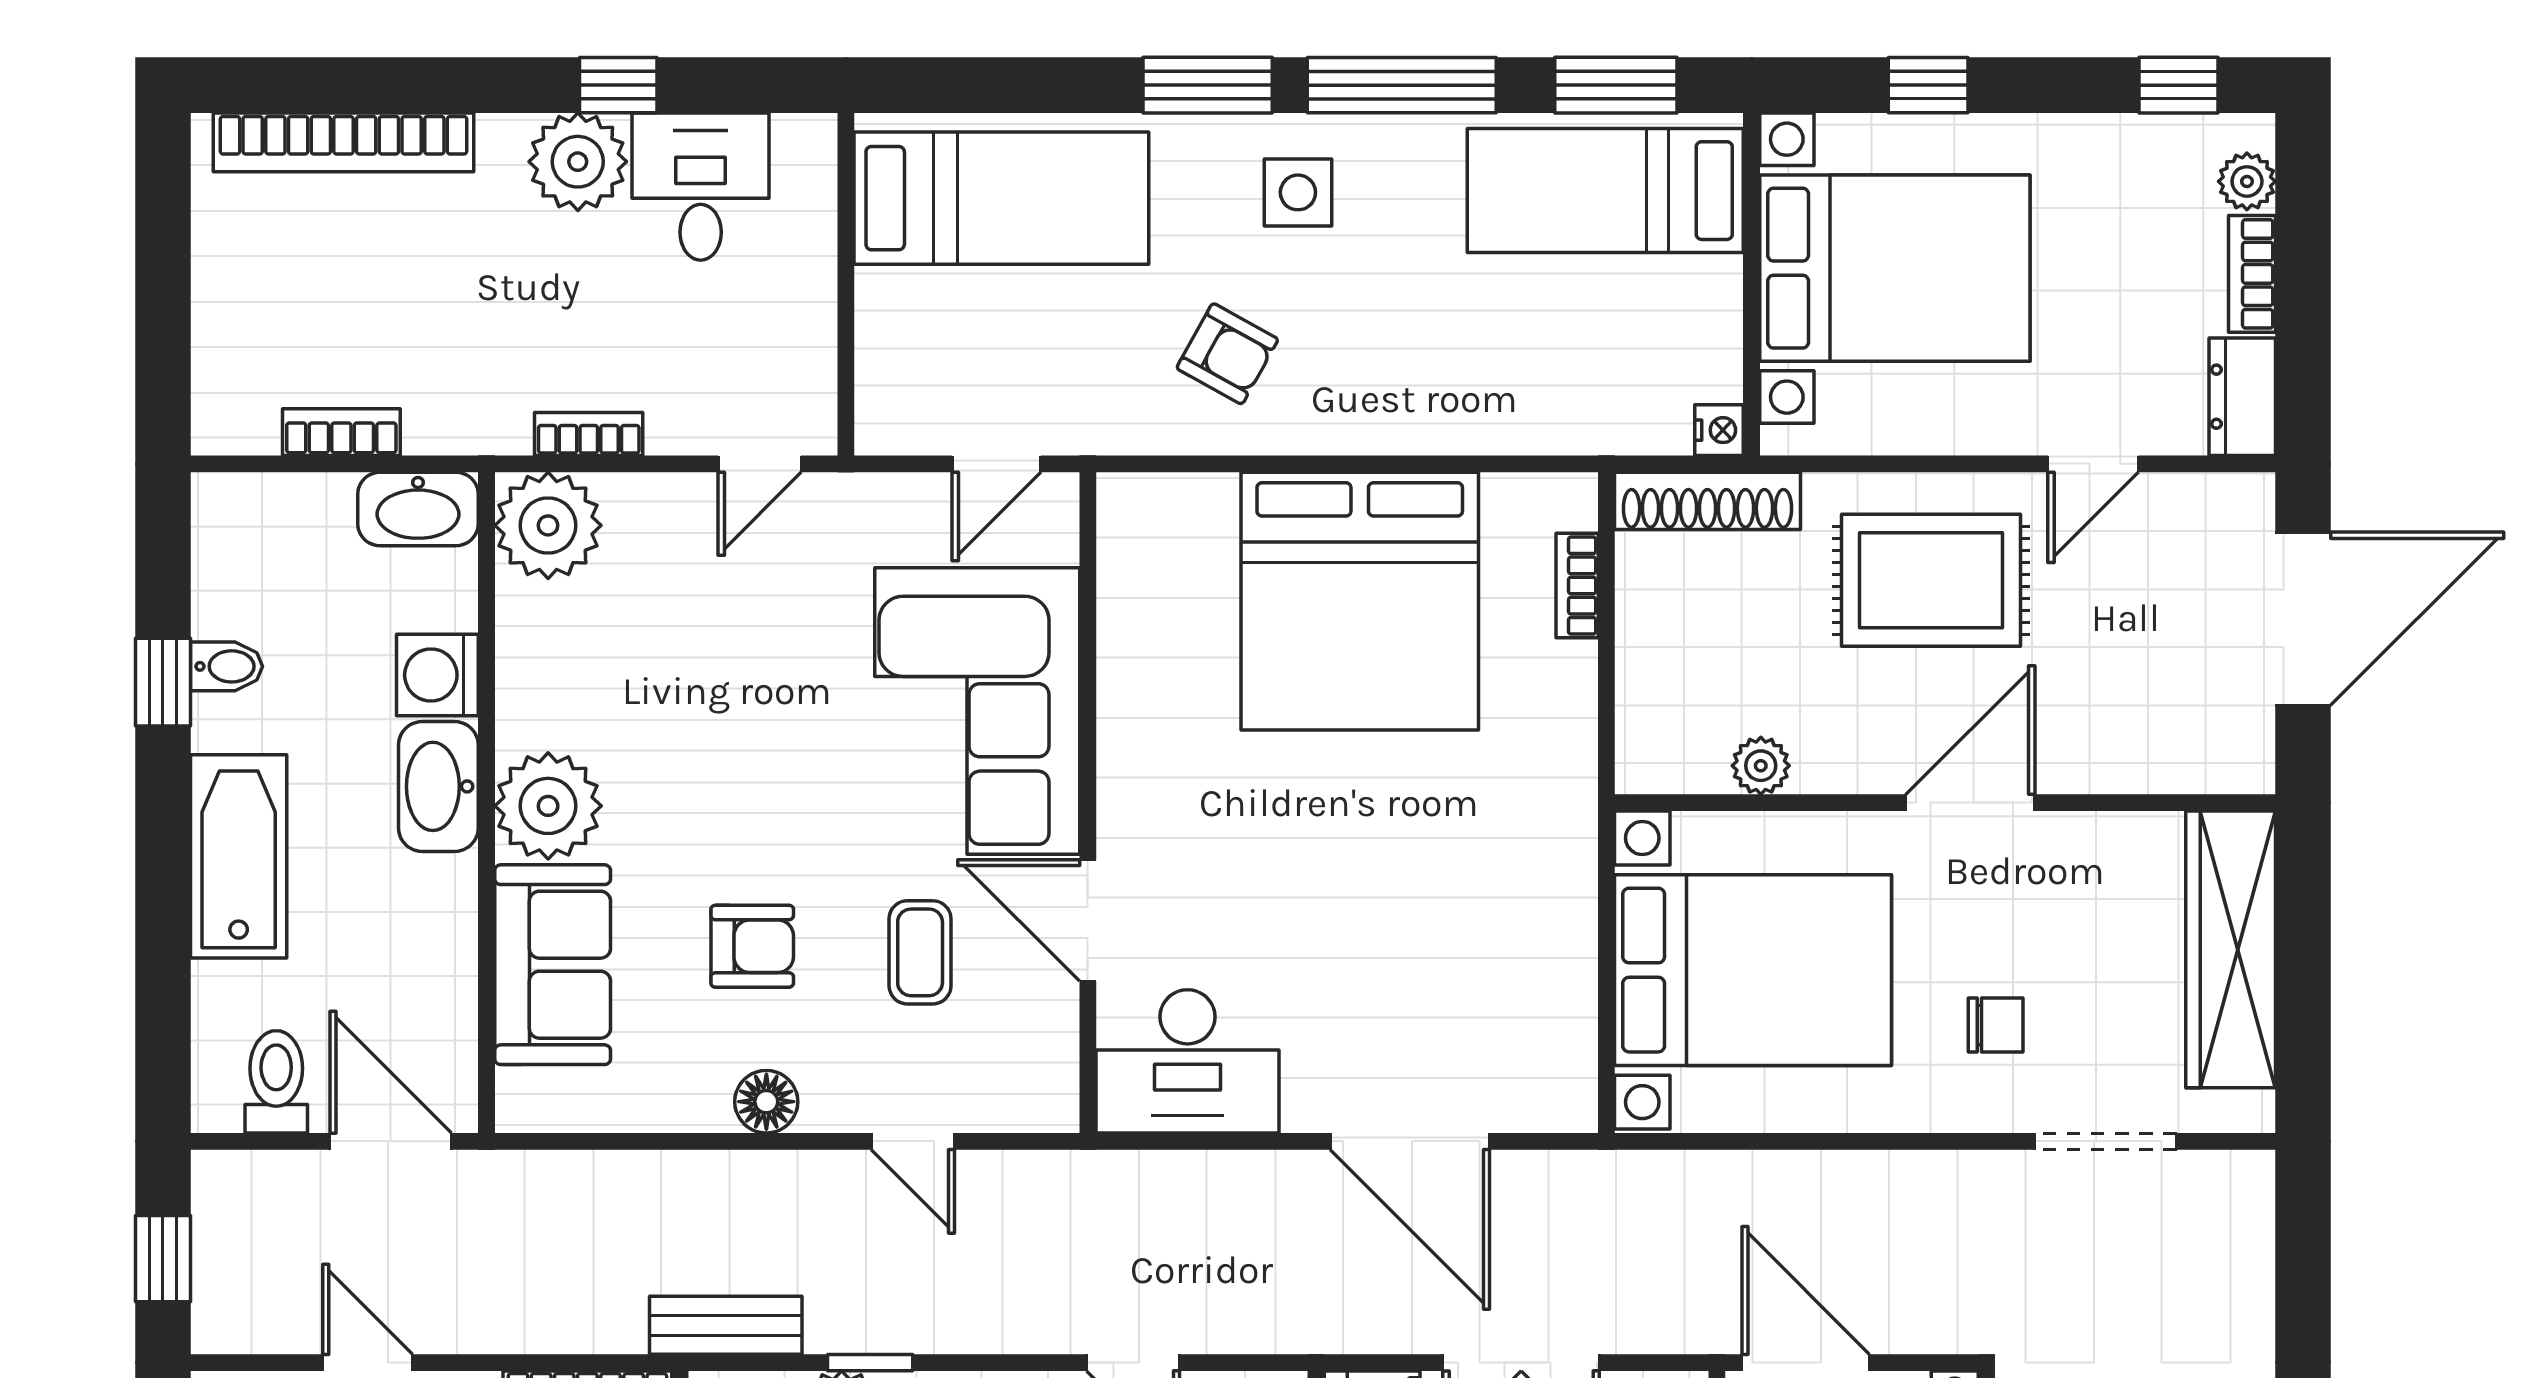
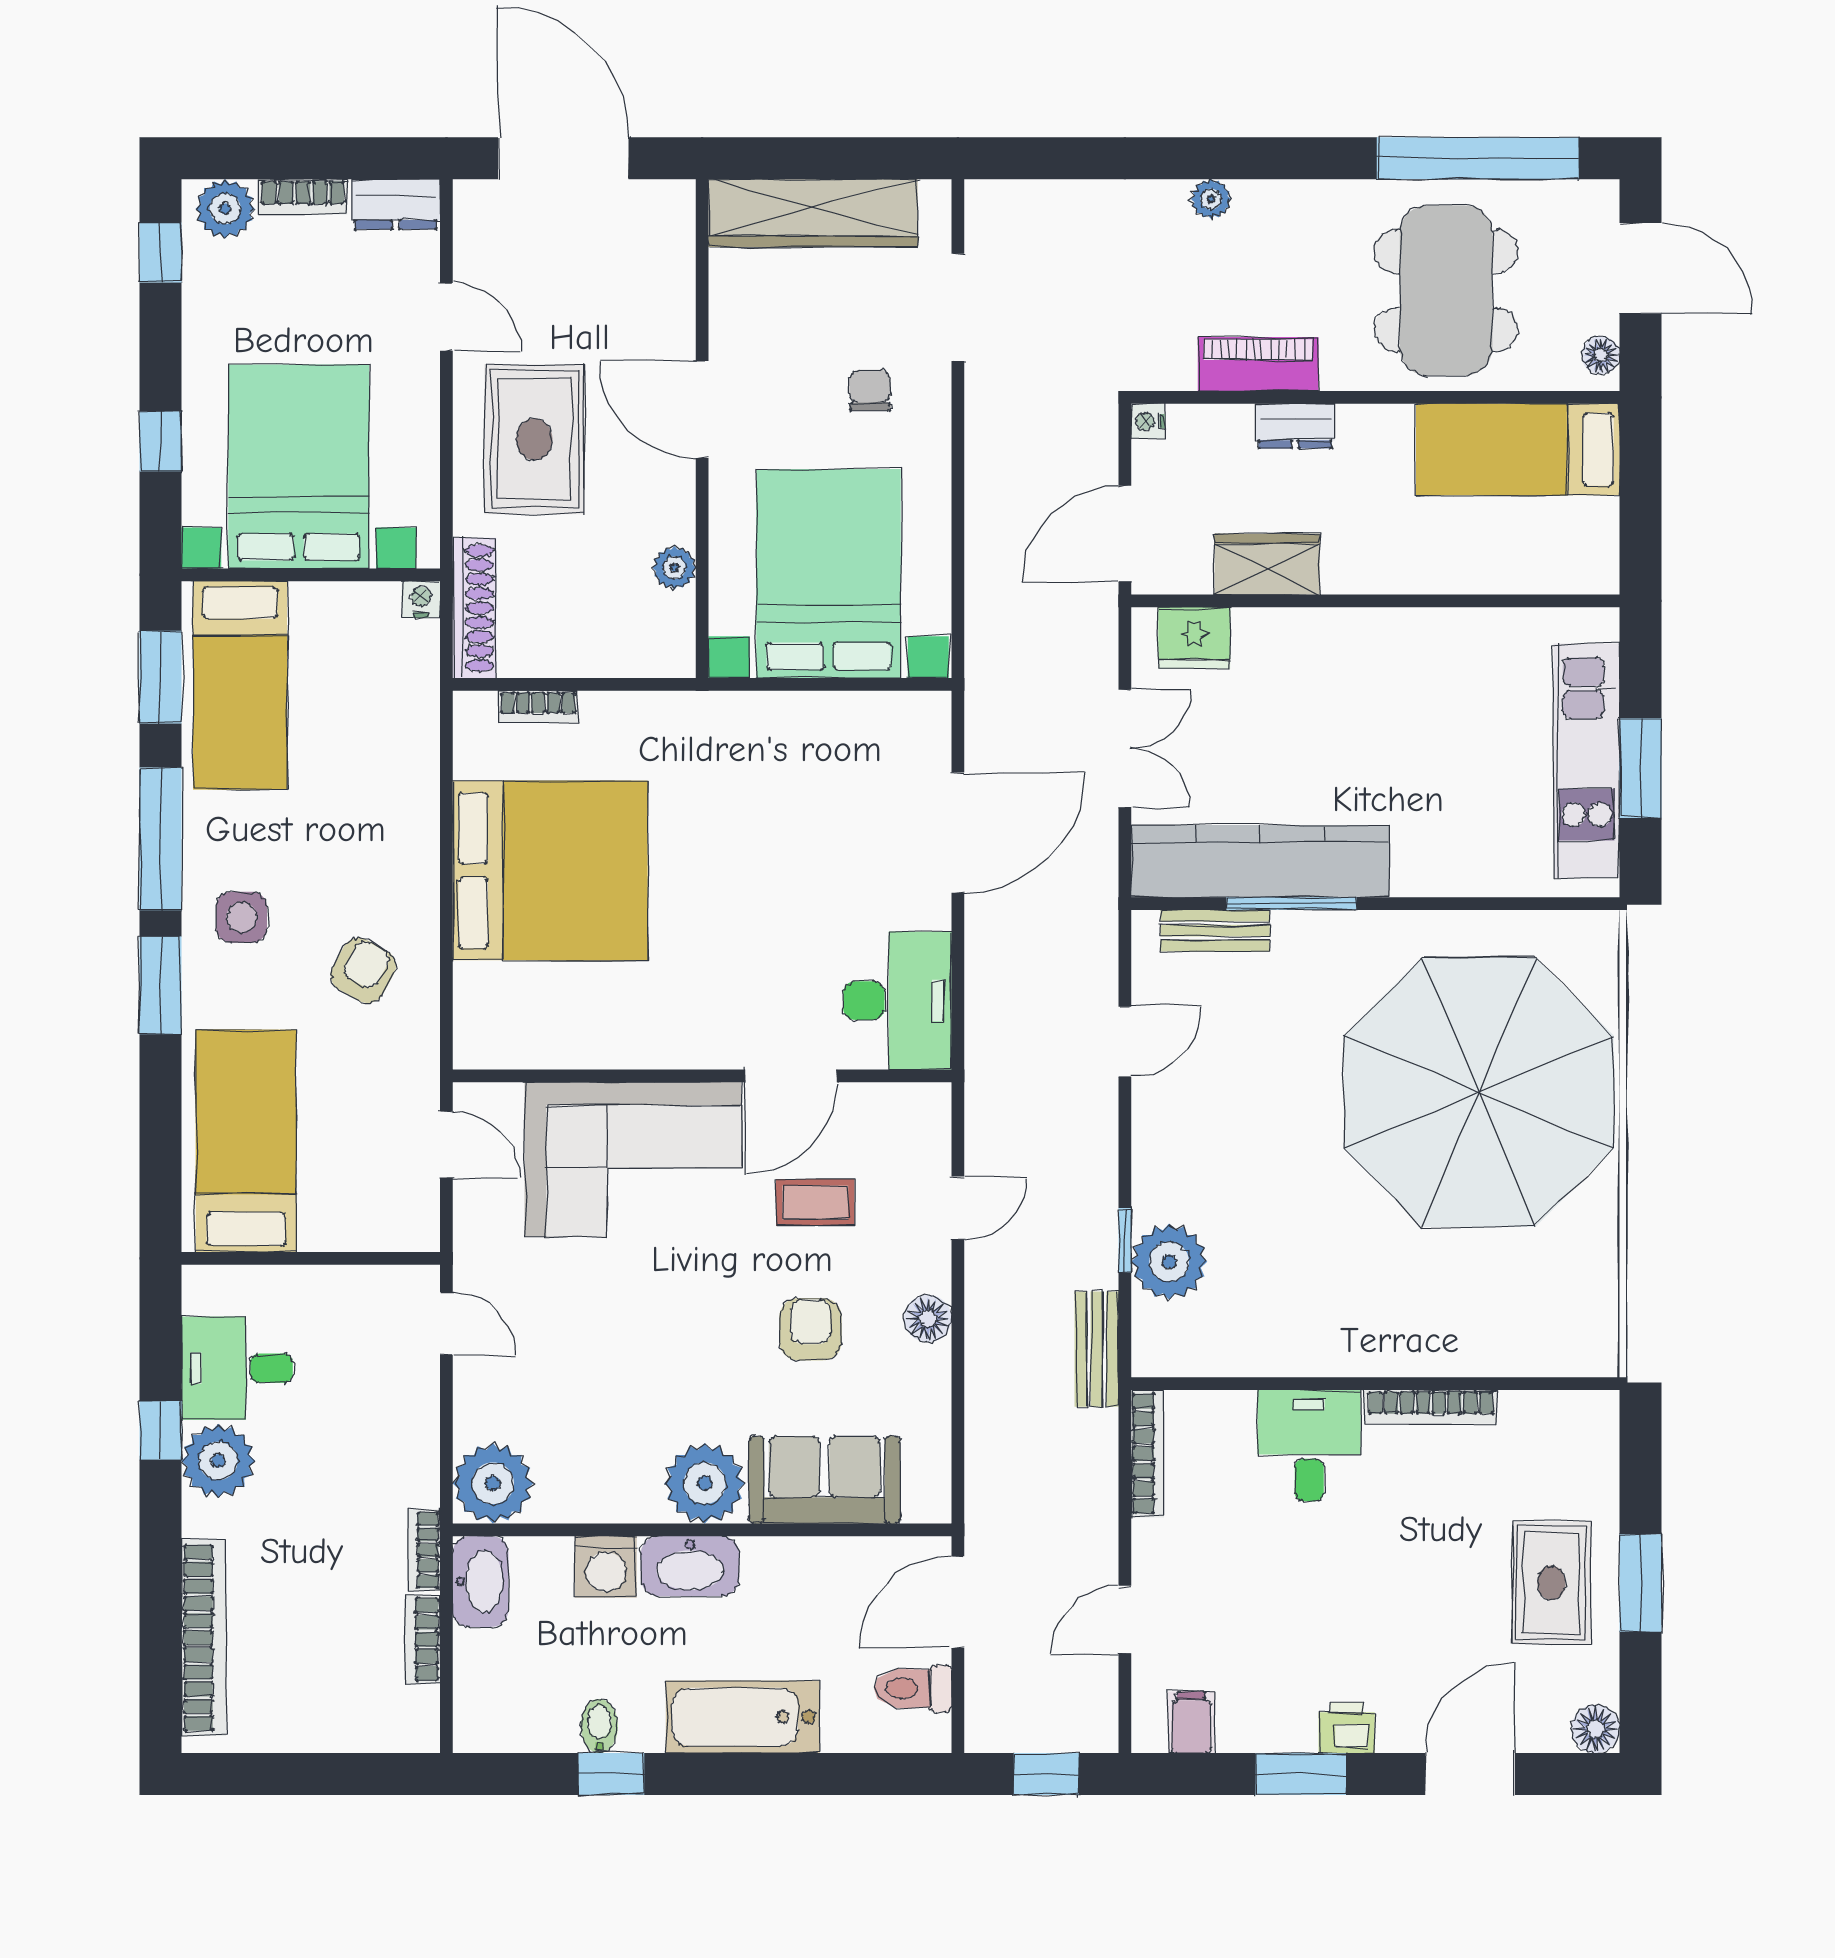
plant: (2247, 181) -> (225, 209), width x1.38, depth x1.38
bookcase: (589, 434) -> (424, 1550), moved

